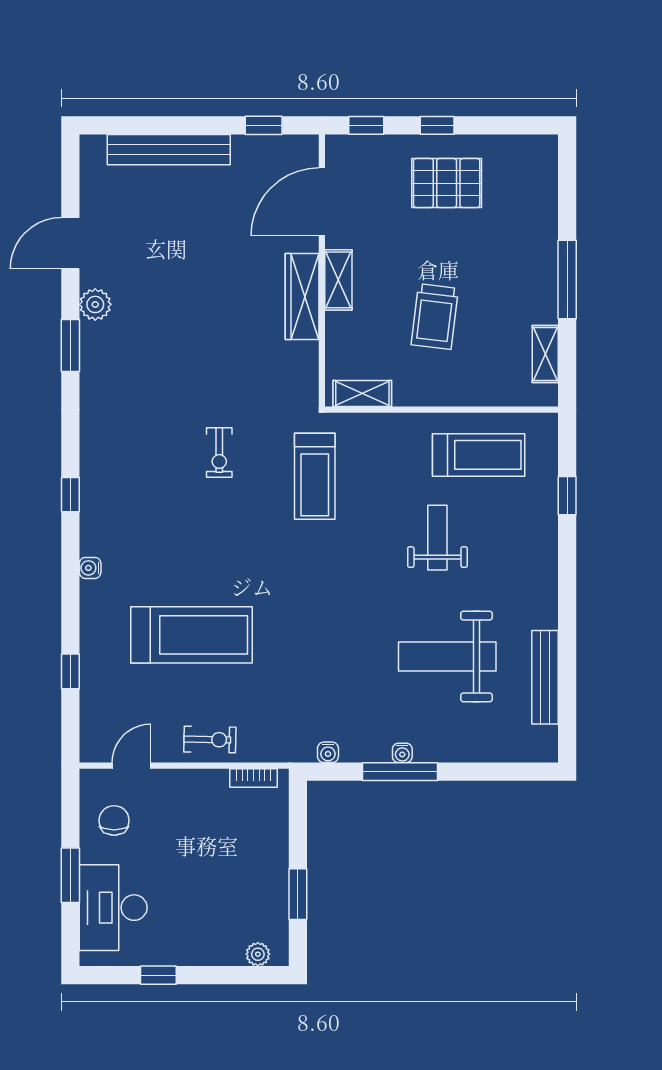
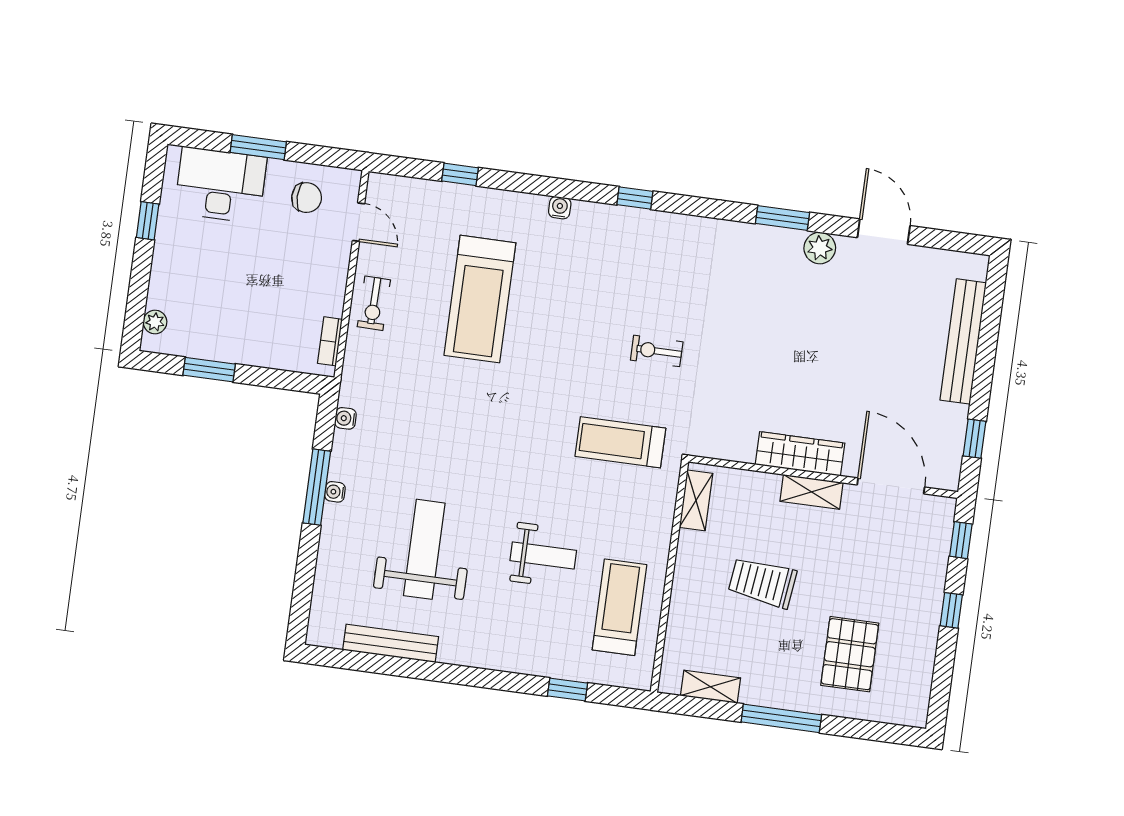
pallet: (447, 183) -> (850, 654), moved
treadmill: (479, 455) -> (620, 607), turned 180

